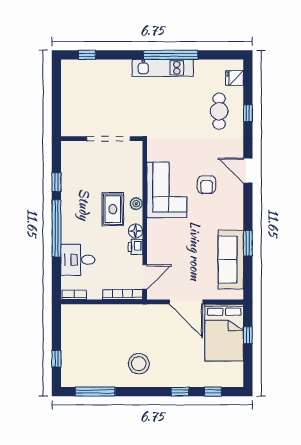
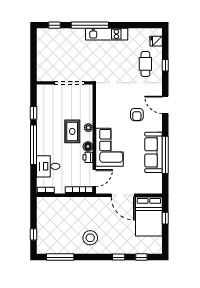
window: (171, 55) -> (90, 25), moved
corner sofa: (167, 190) -> (109, 147), moved
window: (248, 243) -> (165, 155), width x2.11
sofa: (231, 260) -> (154, 152), moved

